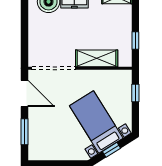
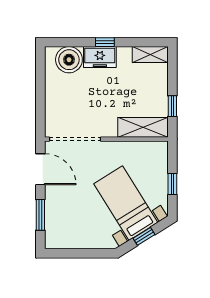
shelving: (97, 58) -> (143, 127), moved
window: (135, 93) -> (172, 184), moved

